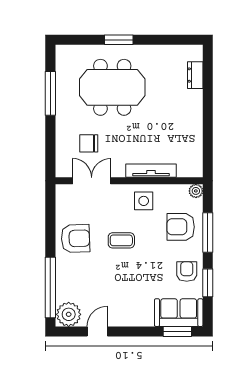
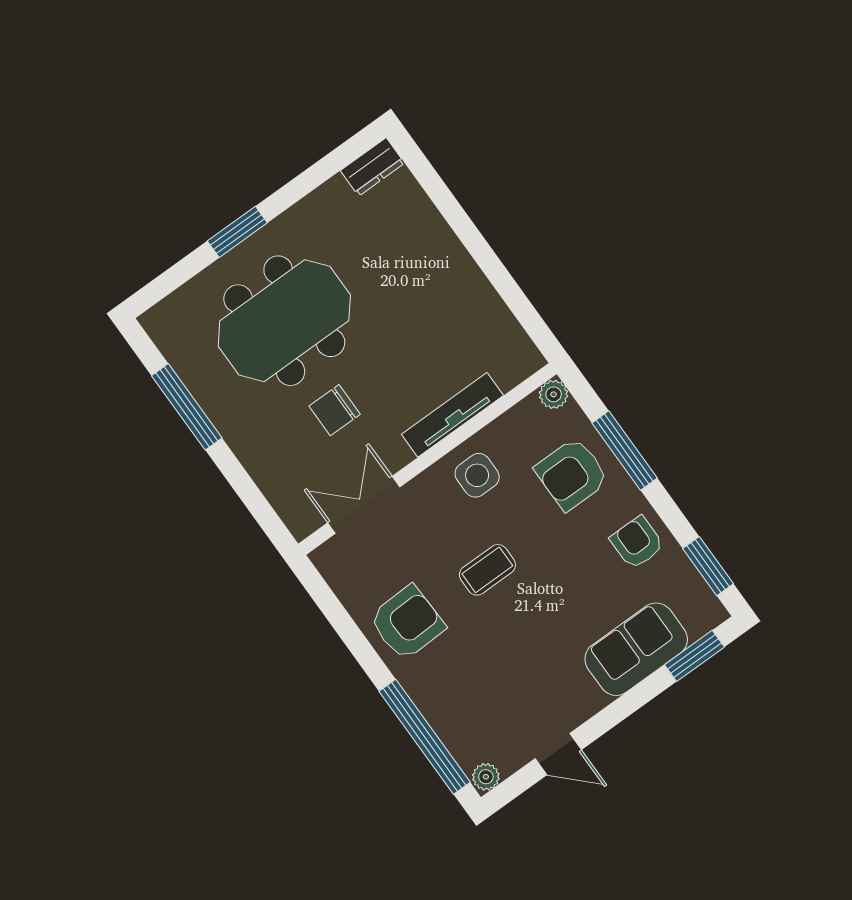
dresser: (195, 75) -> (372, 167), moved, turned -90
chair: (89, 143) -> (335, 410), moved
window: (208, 283) -> (708, 566), moved
sofa: (179, 313) -> (636, 649), moved
plant: (69, 314) -> (486, 777), width x0.53, depth x0.53
door: (97, 331) -> (558, 754), swing flipped

